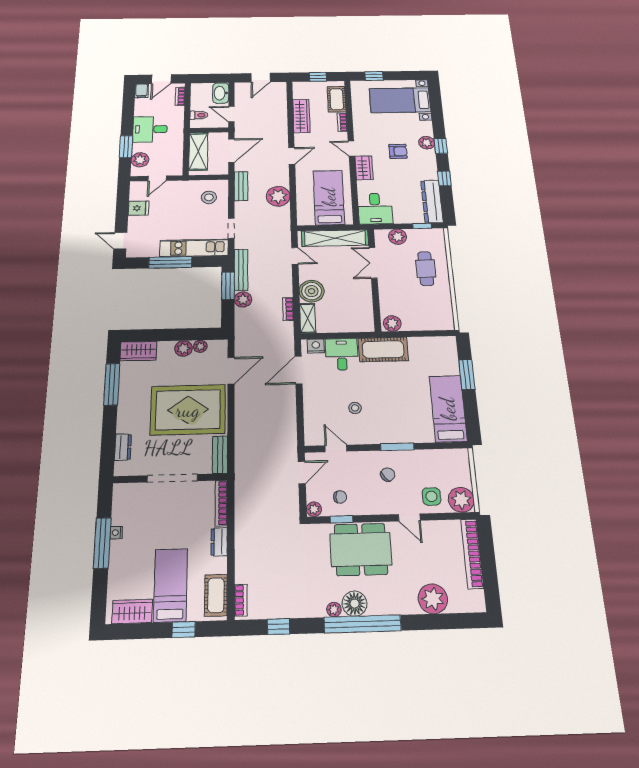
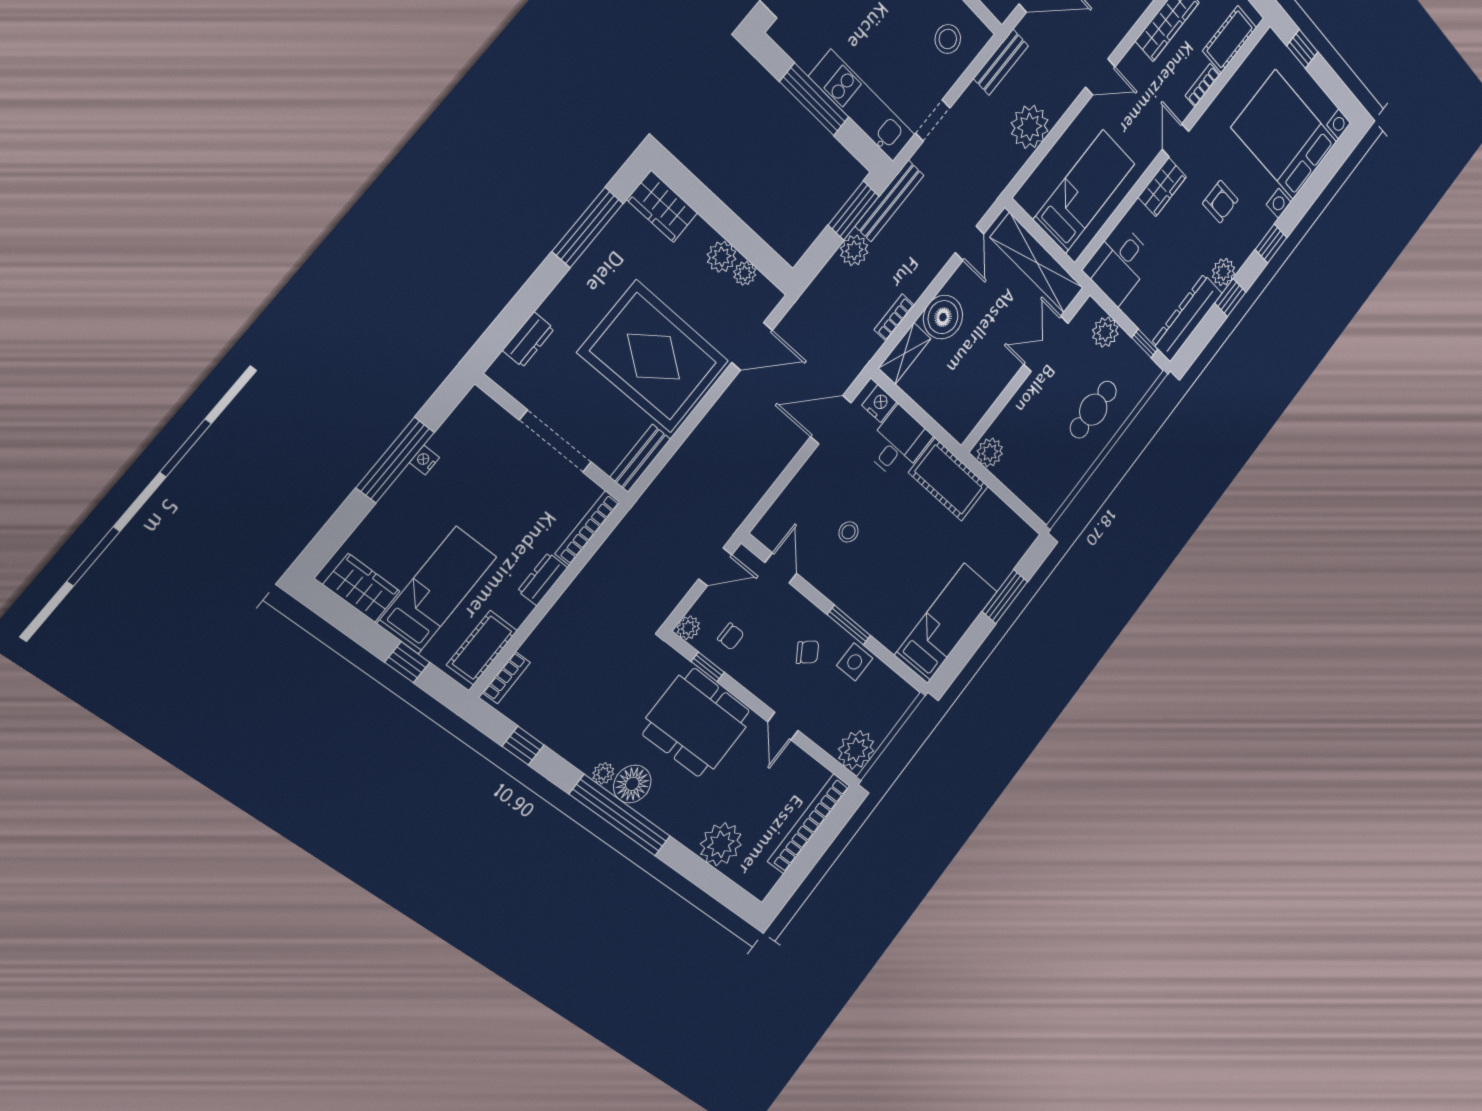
bed with nightstands: (400, 100) -> (1284, 135), width x1.36
plant: (427, 143) -> (1223, 272), moved
side table: (431, 496) -> (855, 662), moved

